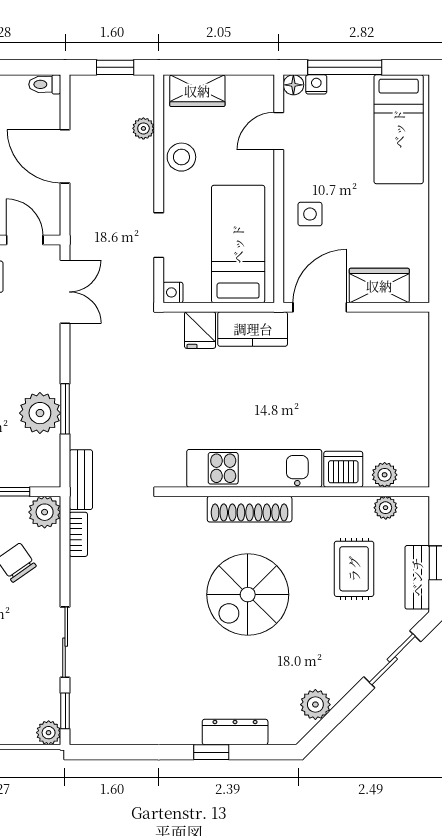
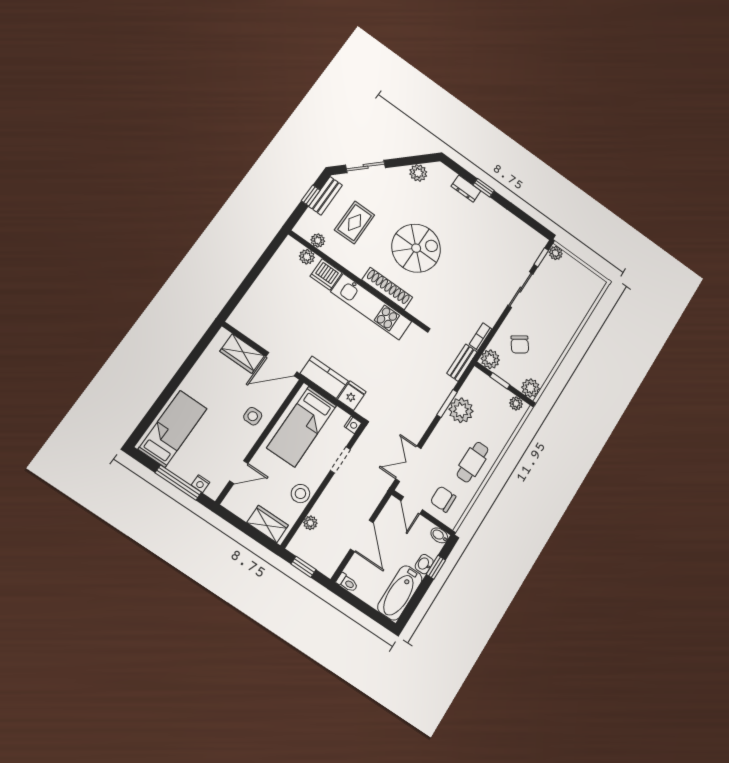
floor lamp: (293, 85) -> (213, 492), removed
dresser: (235, 732) -> (466, 189), width x0.70

